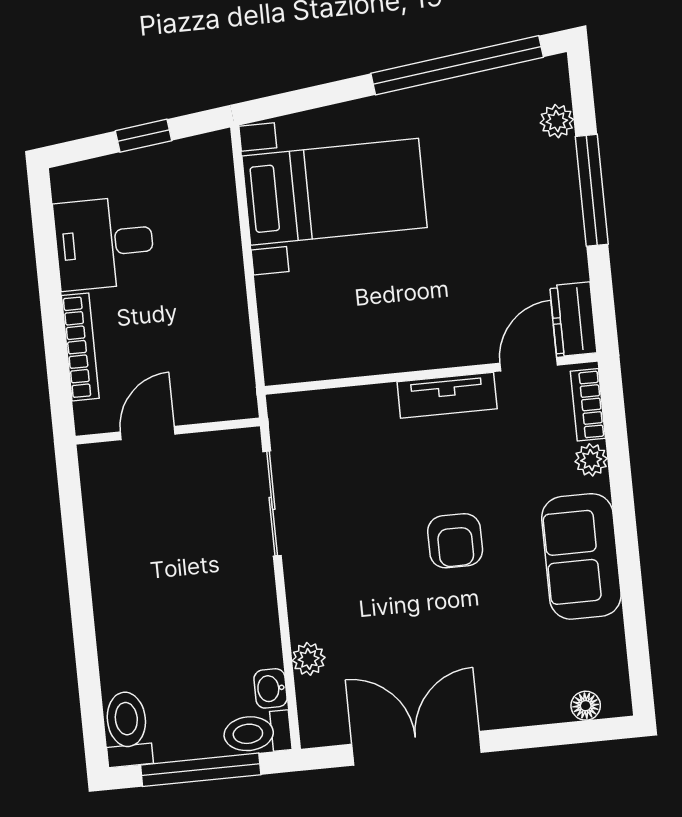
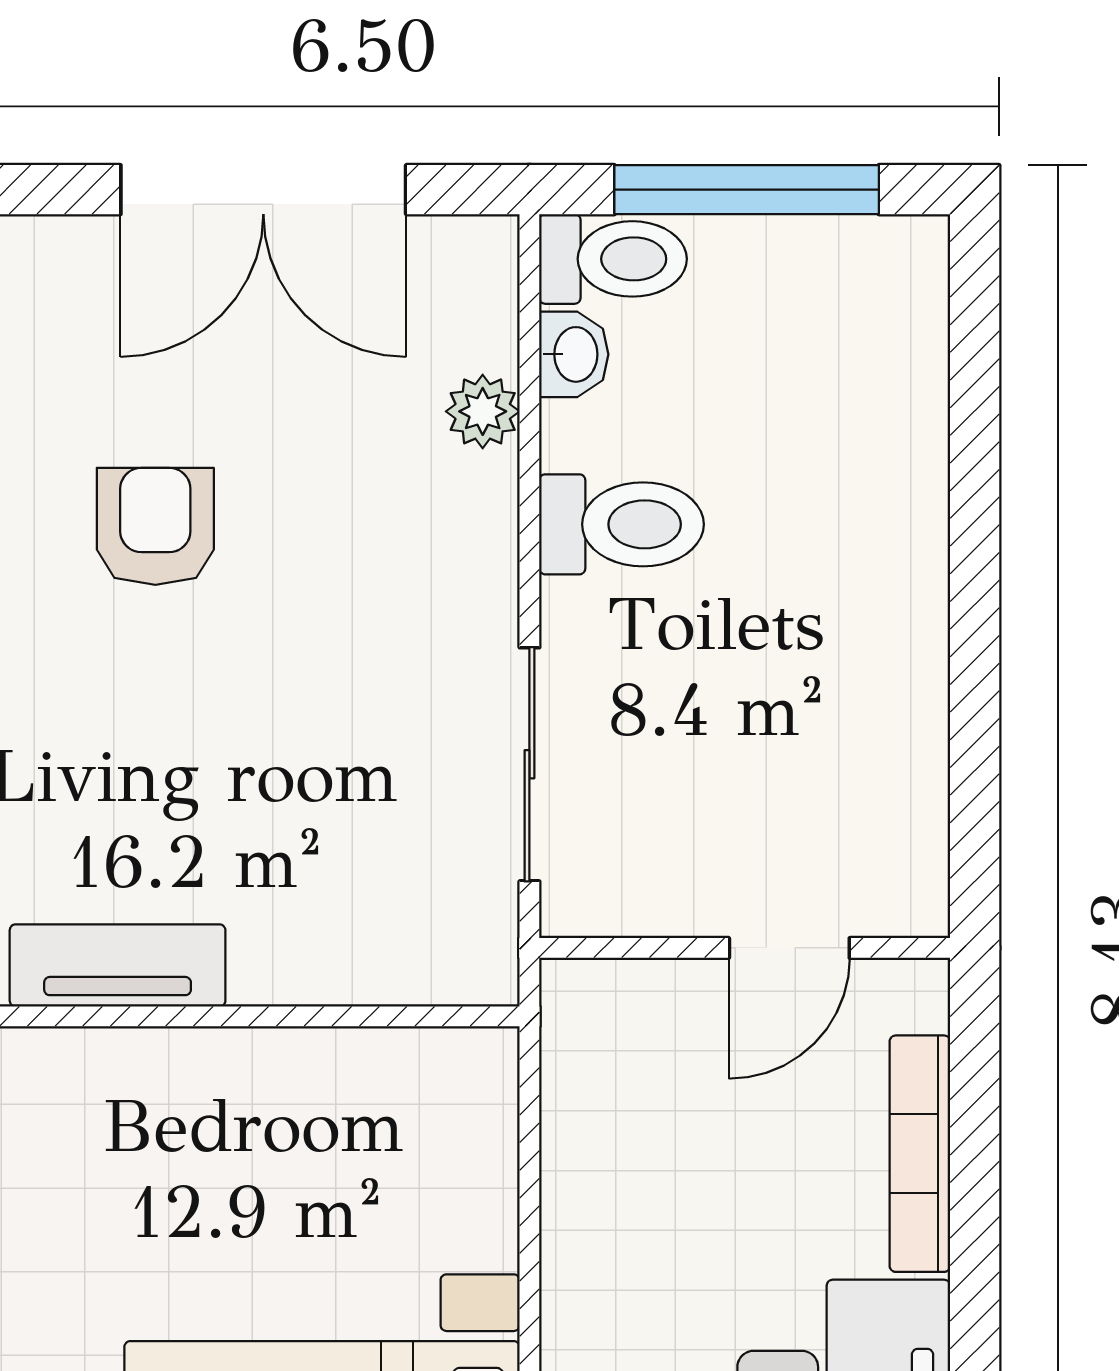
armchair: (455, 541) -> (155, 526), moved
toilet: (127, 729) -> (622, 524), moved, turned -90

